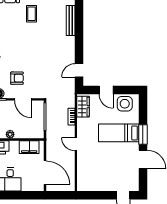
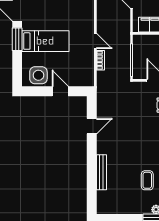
door: (79, 71) -> (92, 126), moved
wardrobe: (83, 107) -> (87, 72), removed
door: (76, 144) -> (95, 41), moved

